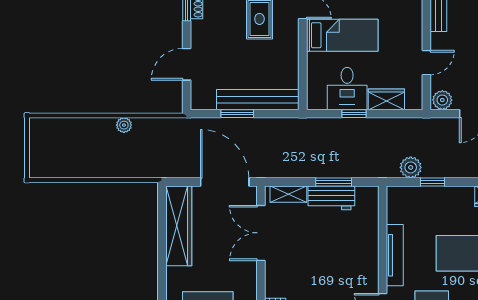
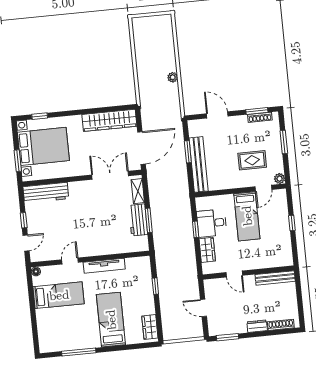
plant: (442, 100) -> (210, 287), removed
plant: (411, 167) -> (164, 271), removed

